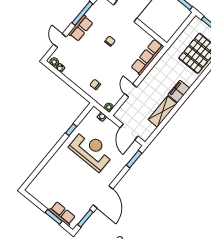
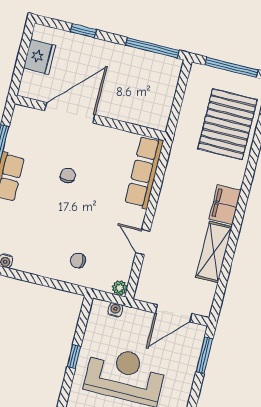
door: (129, 132) -> (174, 313), hinge flipped

